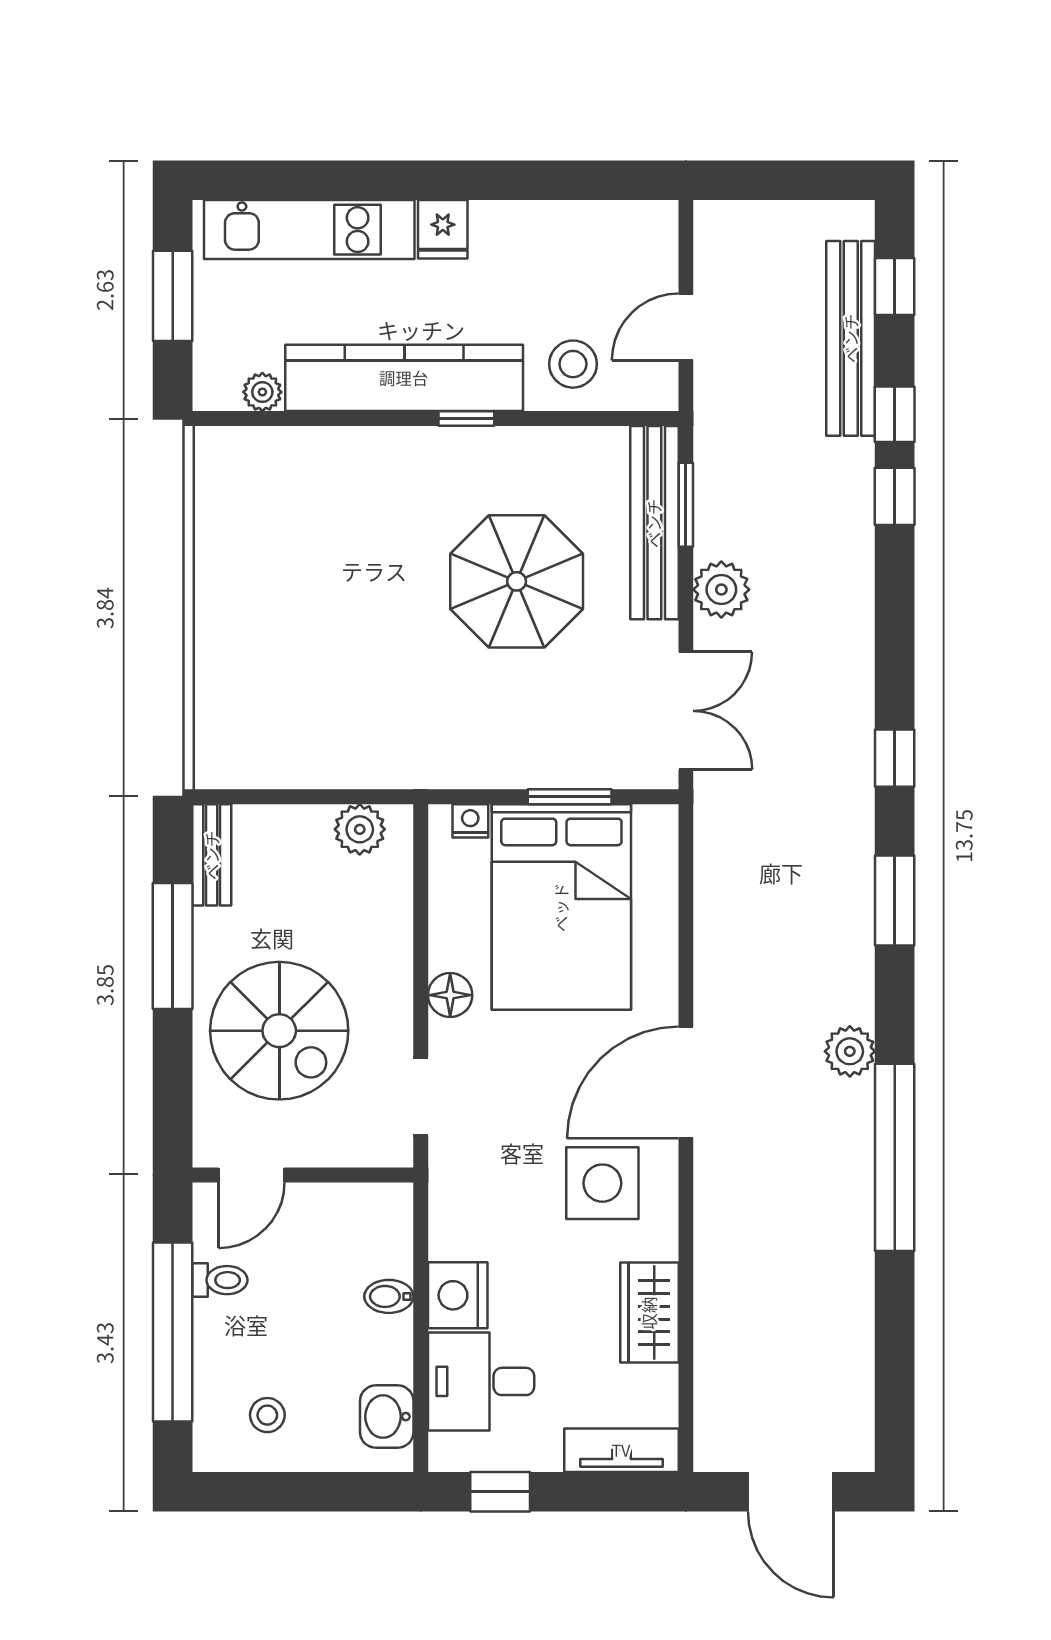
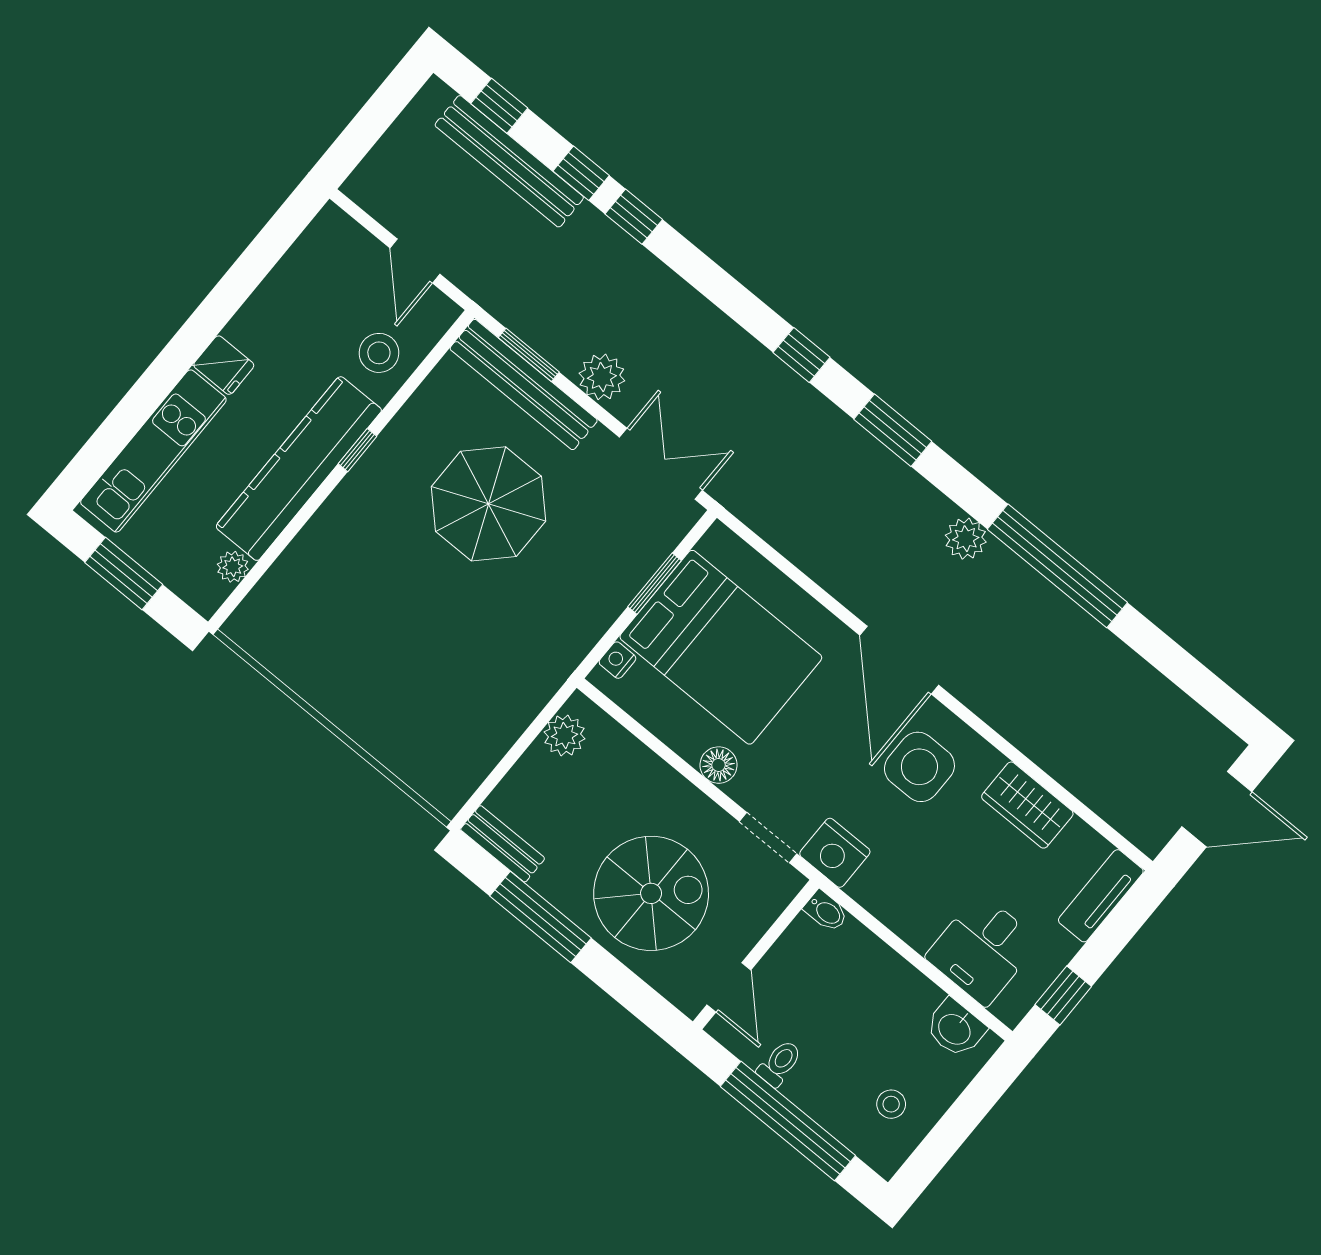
nightstand: (458, 1295) -> (835, 853), moved
bidet: (389, 1296) -> (826, 911), moved, turned -90

